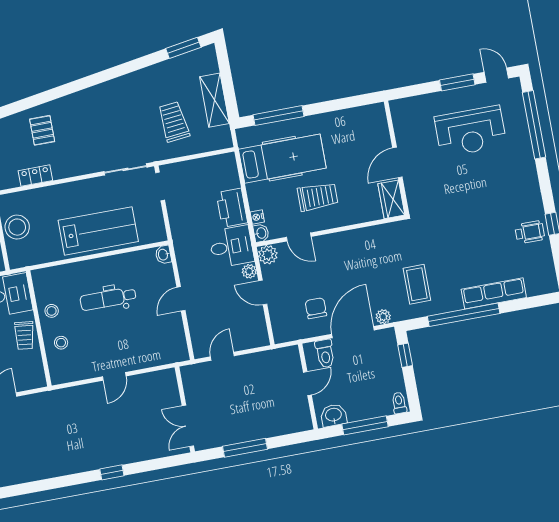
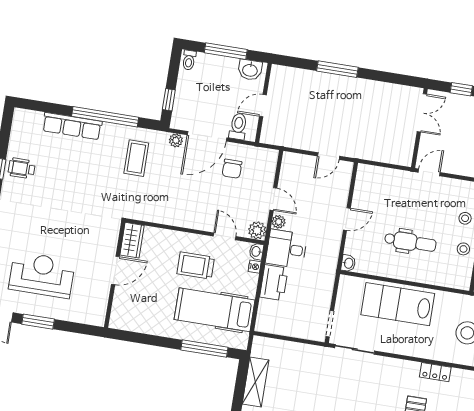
trolley: (174, 122) -> (298, 376), removed
wall: (185, 409) -> (419, 128), moved
double door: (188, 426) -> (422, 113), moved

